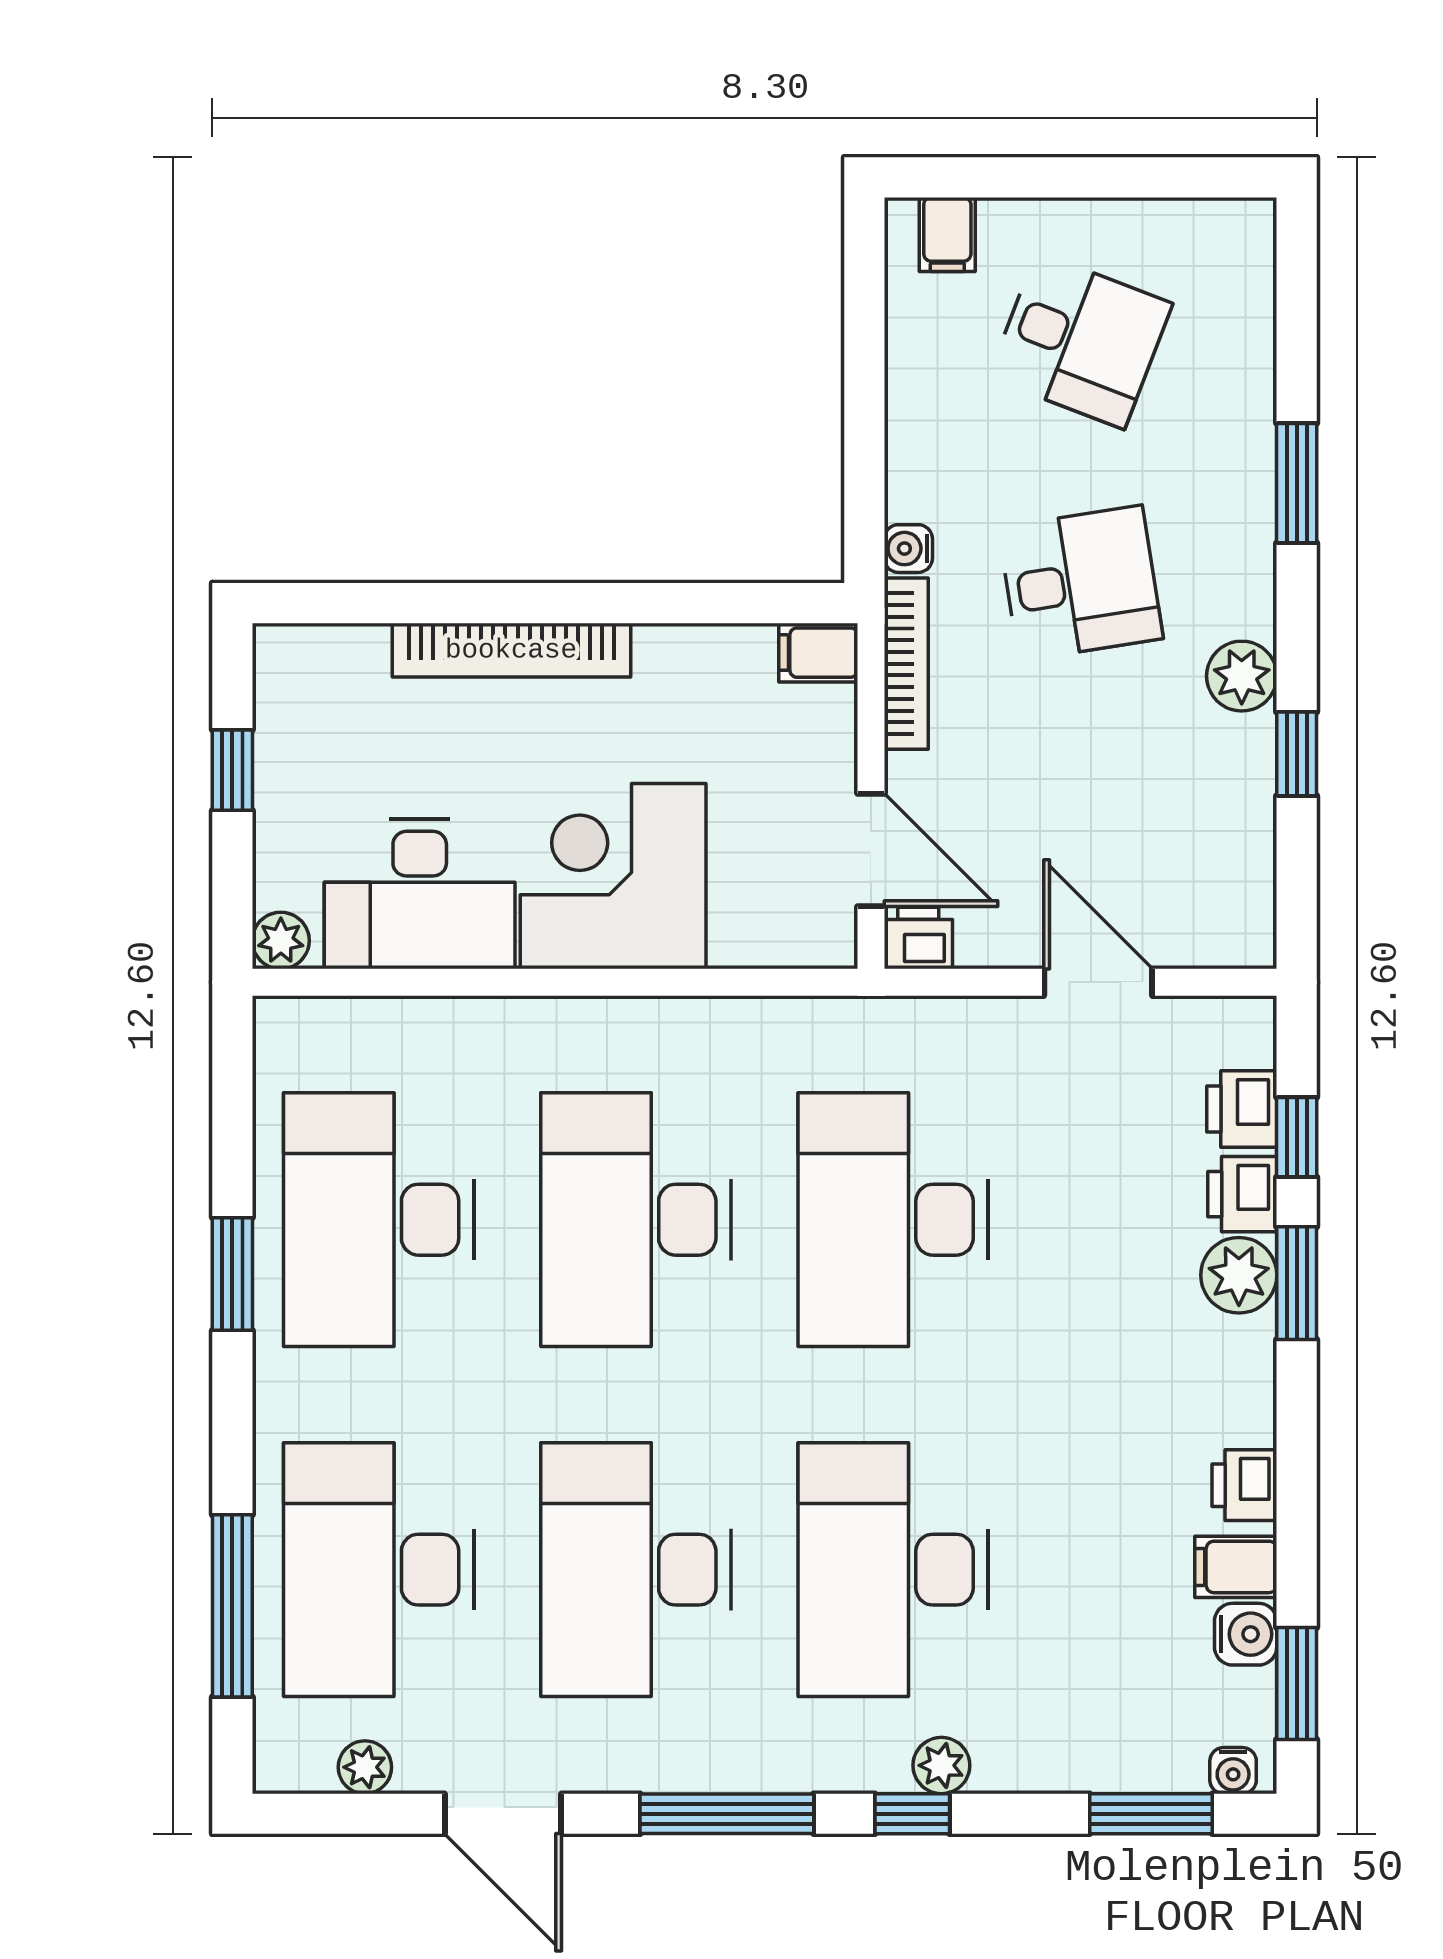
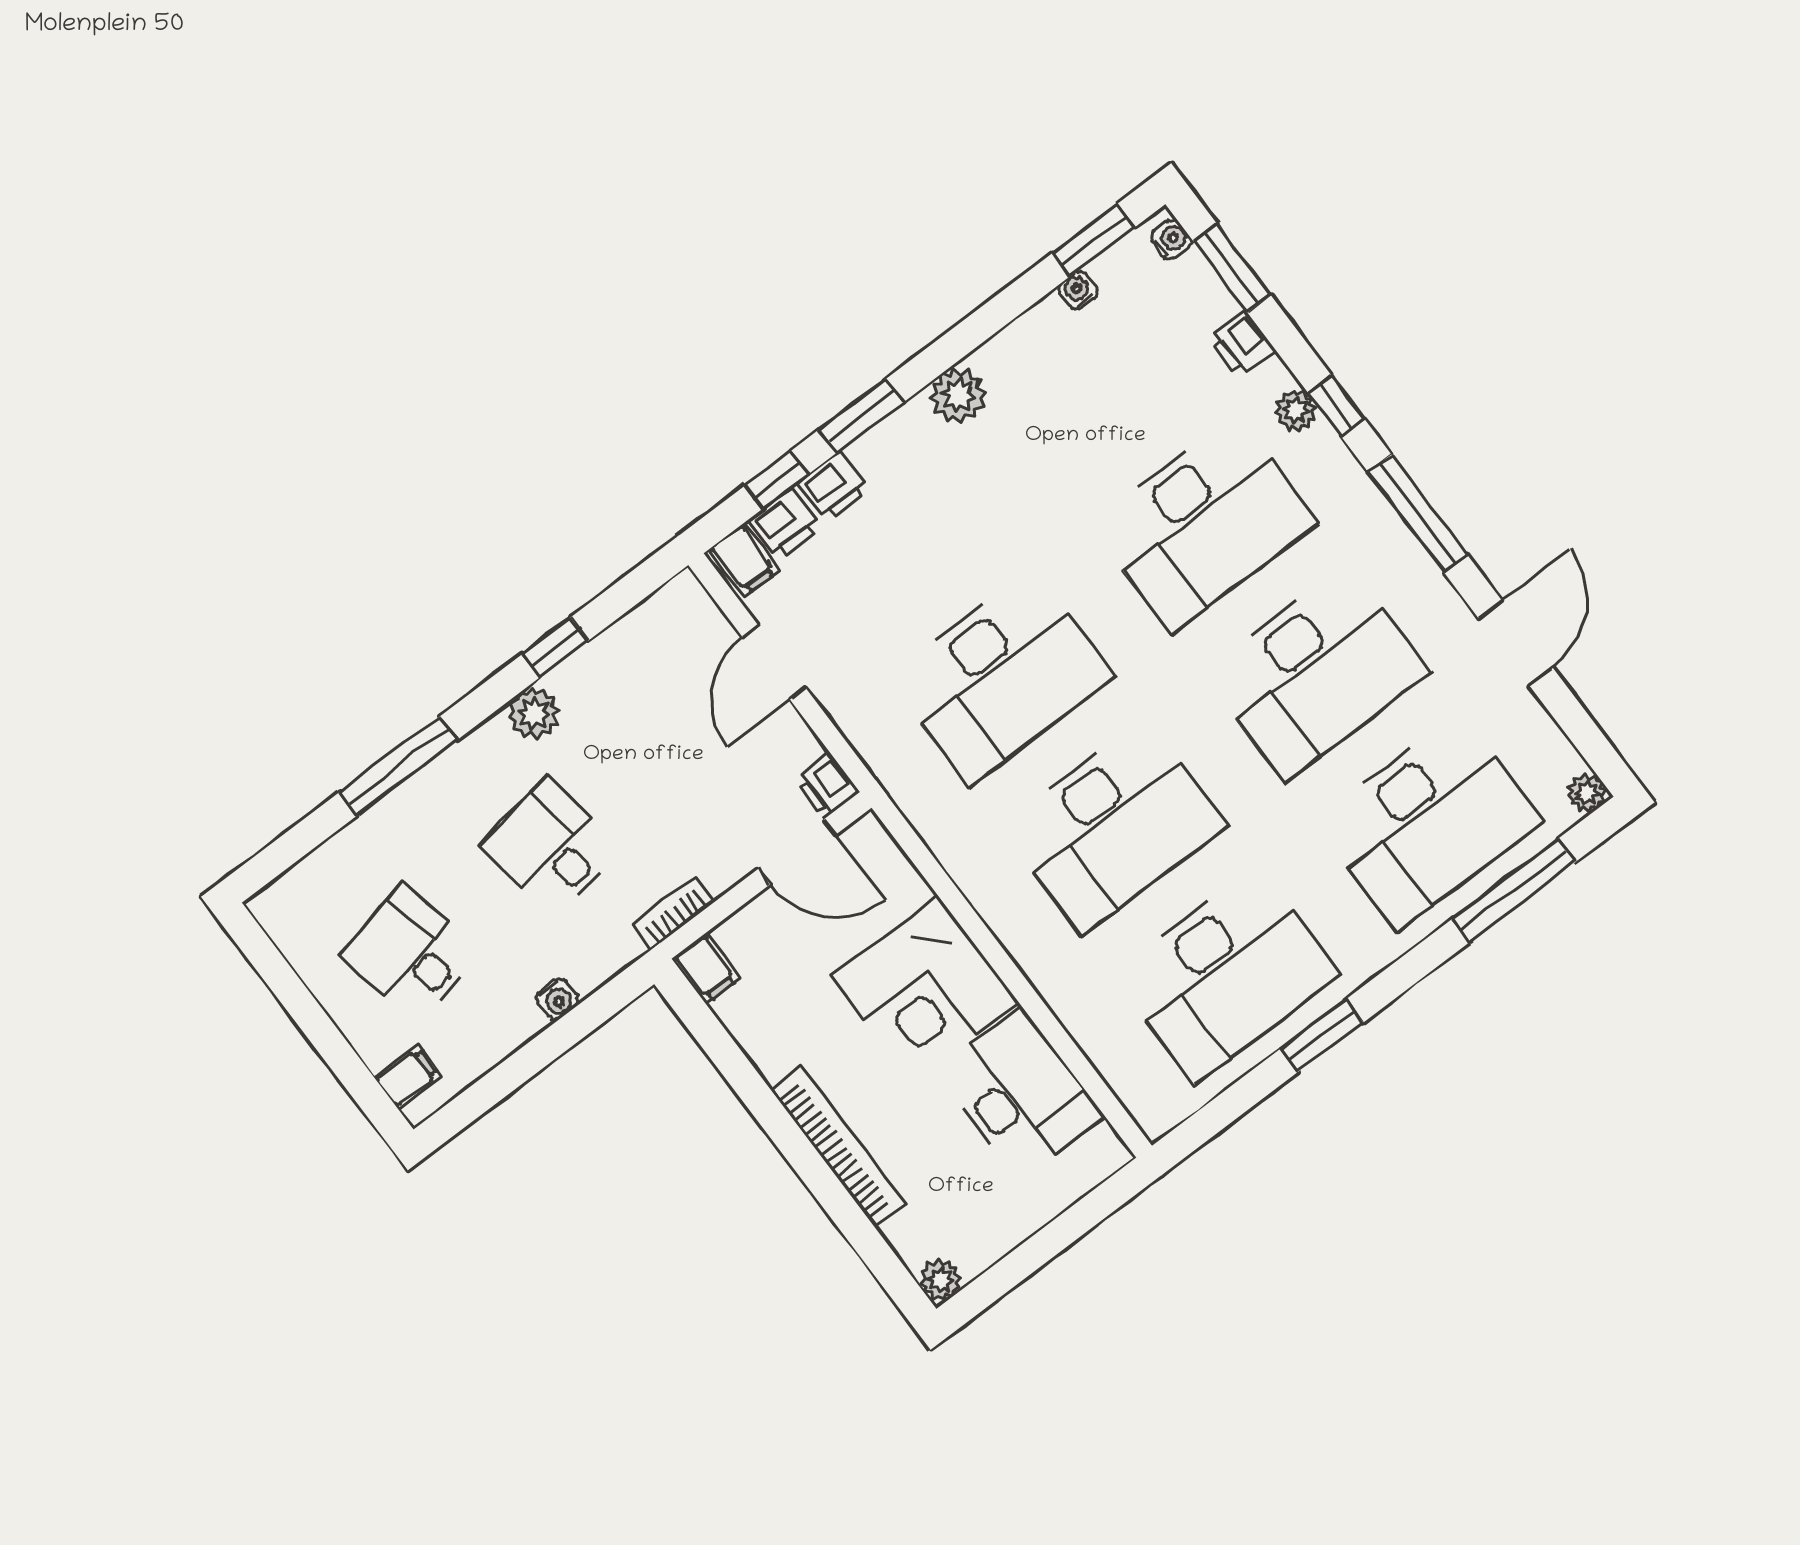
desk: (1080, 340) -> (410, 954), turned -33
window: (1297, 483) -> (398, 766), width x1.44
water cooler: (908, 549) -> (557, 999), moved
bookcase: (906, 664) -> (674, 913), width x0.64
window: (232, 770) -> (1030, 1256), removed
door: (871, 850) -> (797, 852), swing flipped
plant: (281, 941) -> (940, 1280), moved
plant: (1239, 1275) -> (958, 395), moved
printer: (1244, 1485) -> (1242, 344), moved, turned 90
filing cabinet: (1236, 1567) -> (744, 560), moved
water cooler: (1246, 1634) -> (1078, 291), width x0.72, depth x0.72
plant: (365, 1767) -> (1587, 793), moved

